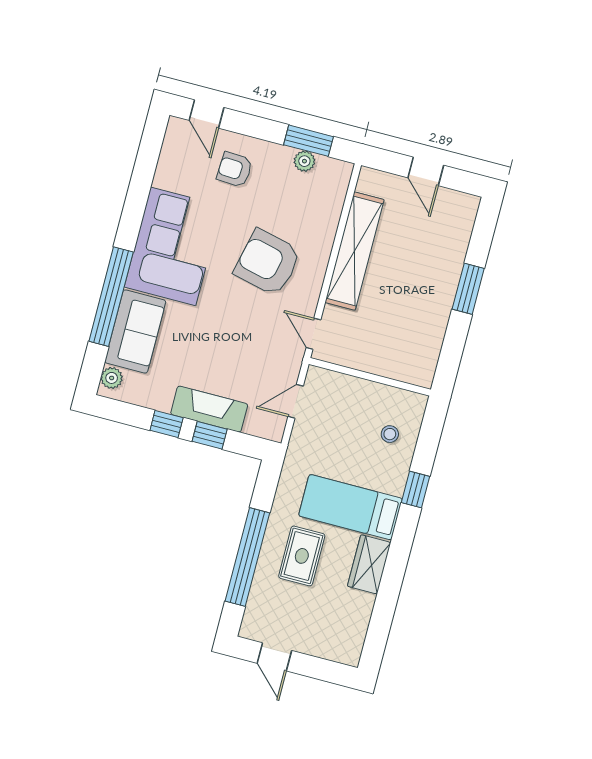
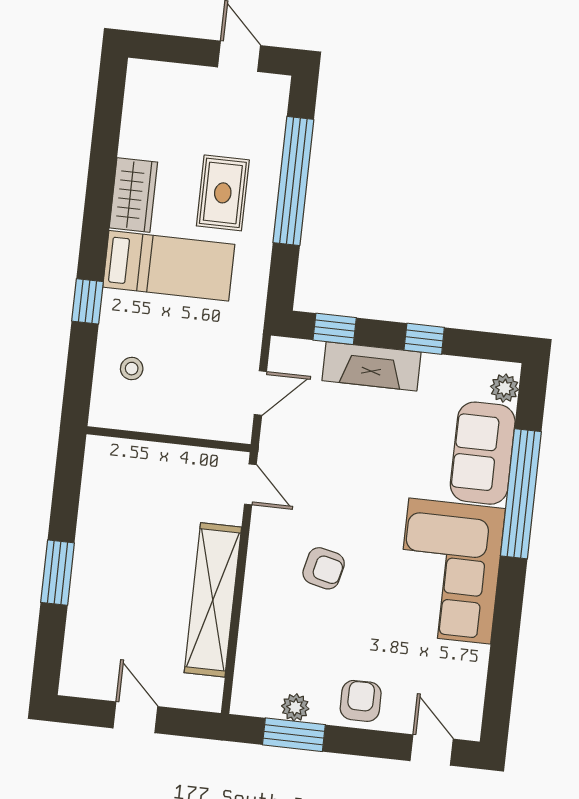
armchair: (235, 170) -> (361, 701), moved, turned -93
armchair: (268, 263) -> (324, 568), width x0.53, depth x0.53
window: (210, 435) -> (335, 329), moved

